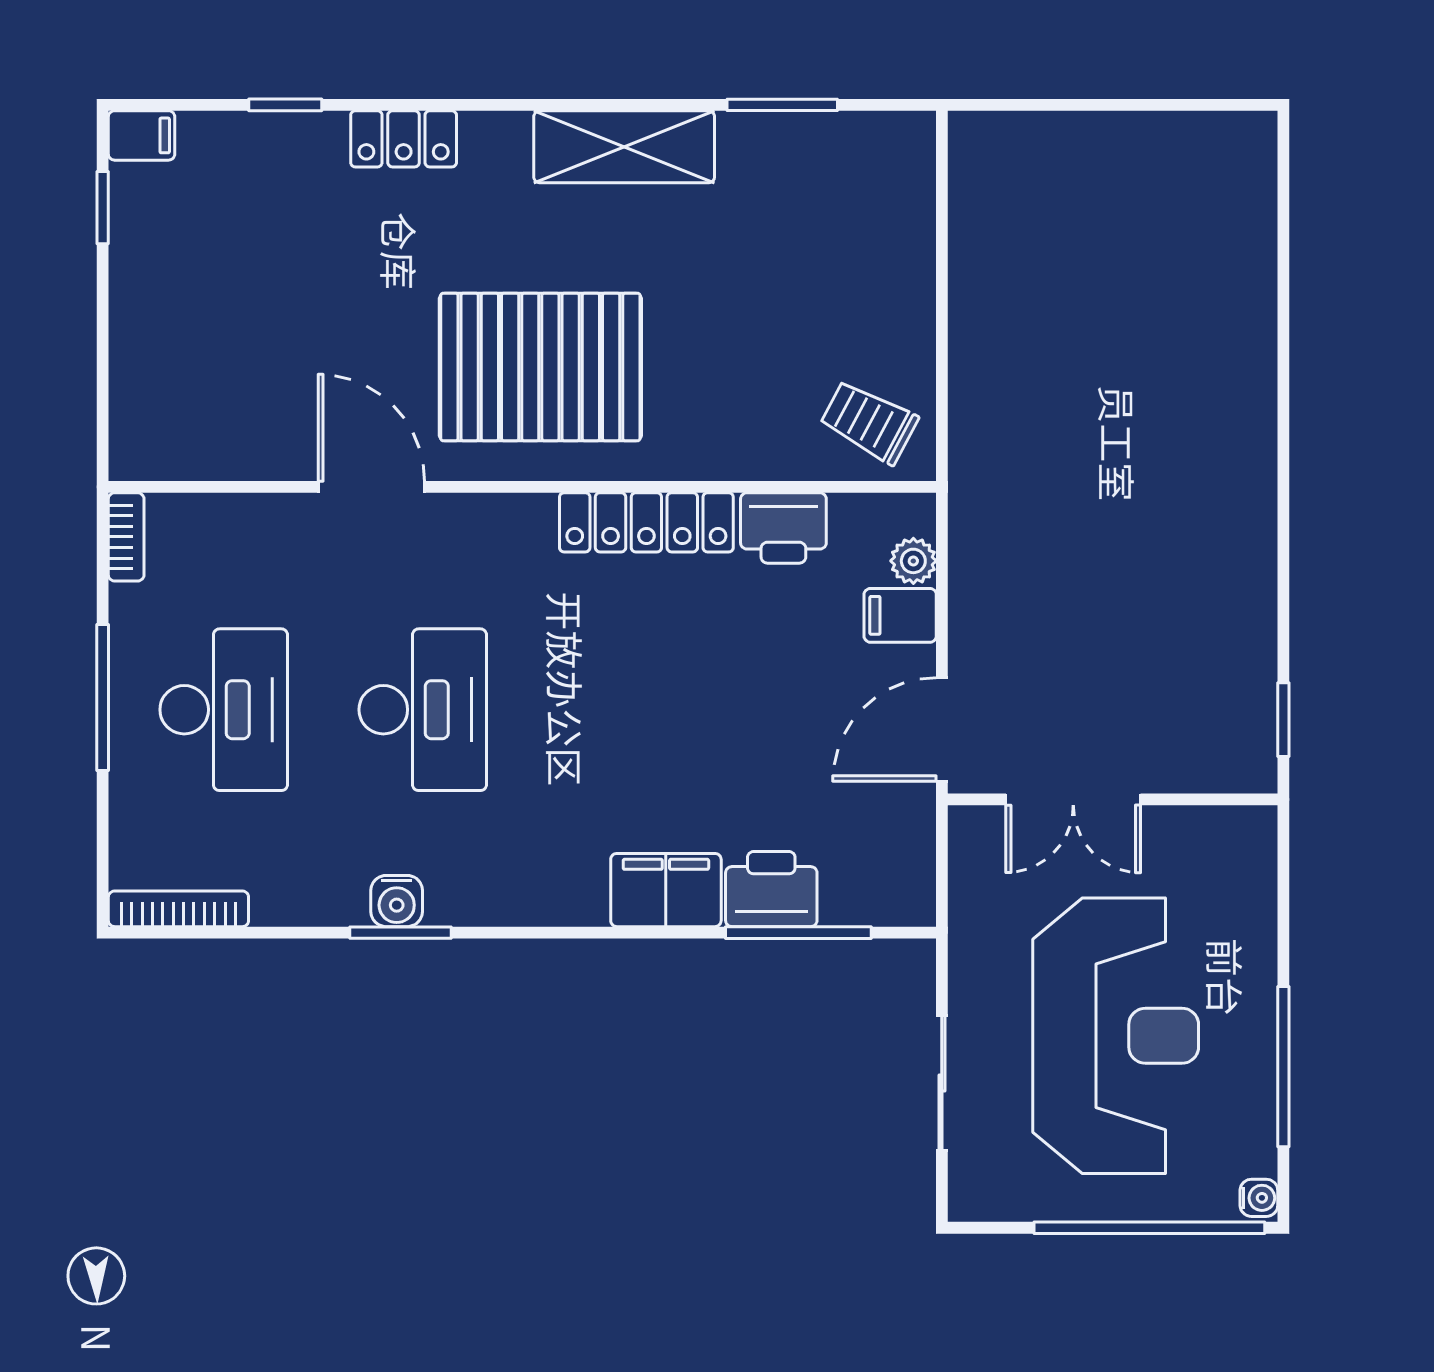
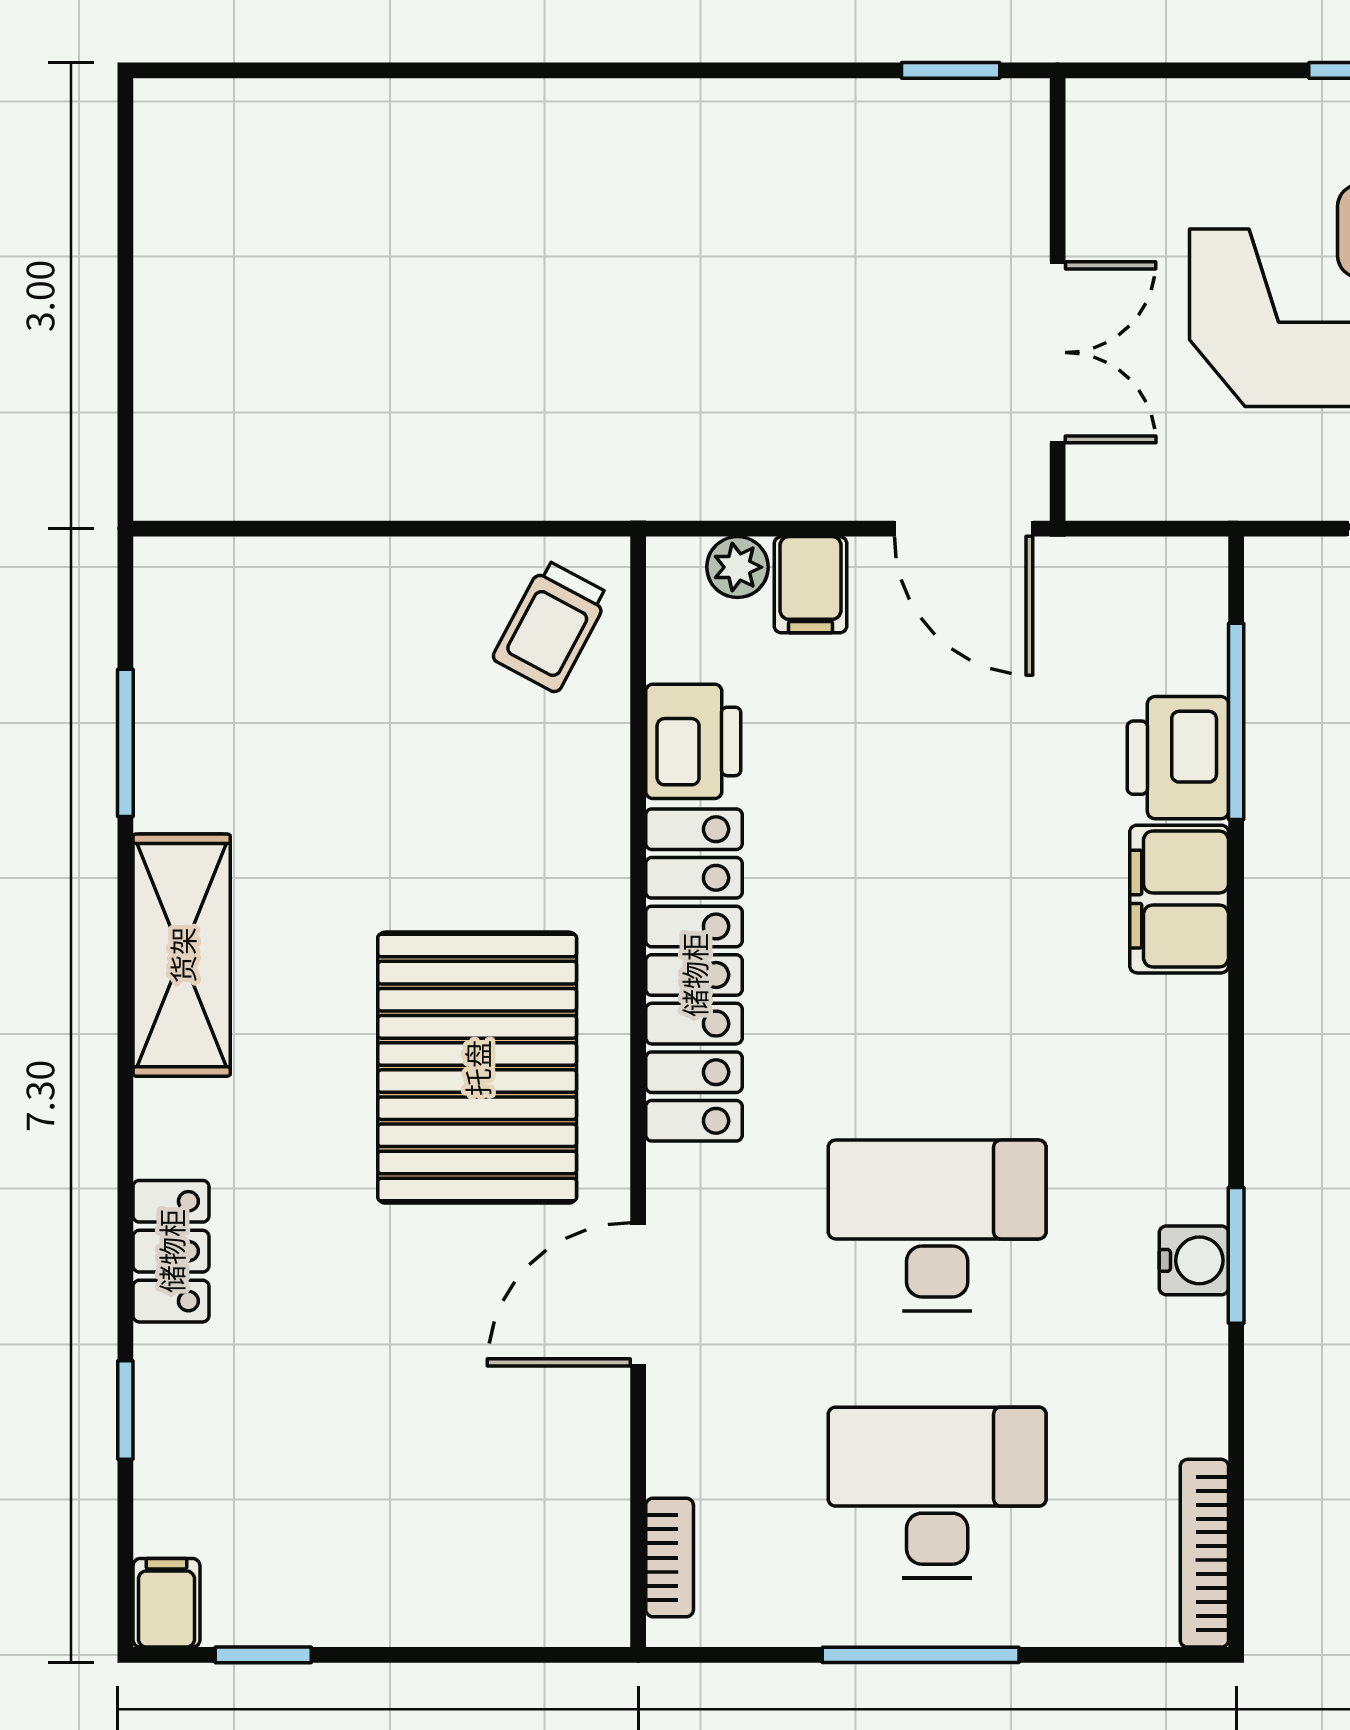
locker: (646, 522) -> (694, 975), width x1.41, depth x1.21
bookcase: (126, 537) -> (670, 1558), moved, turned 90

